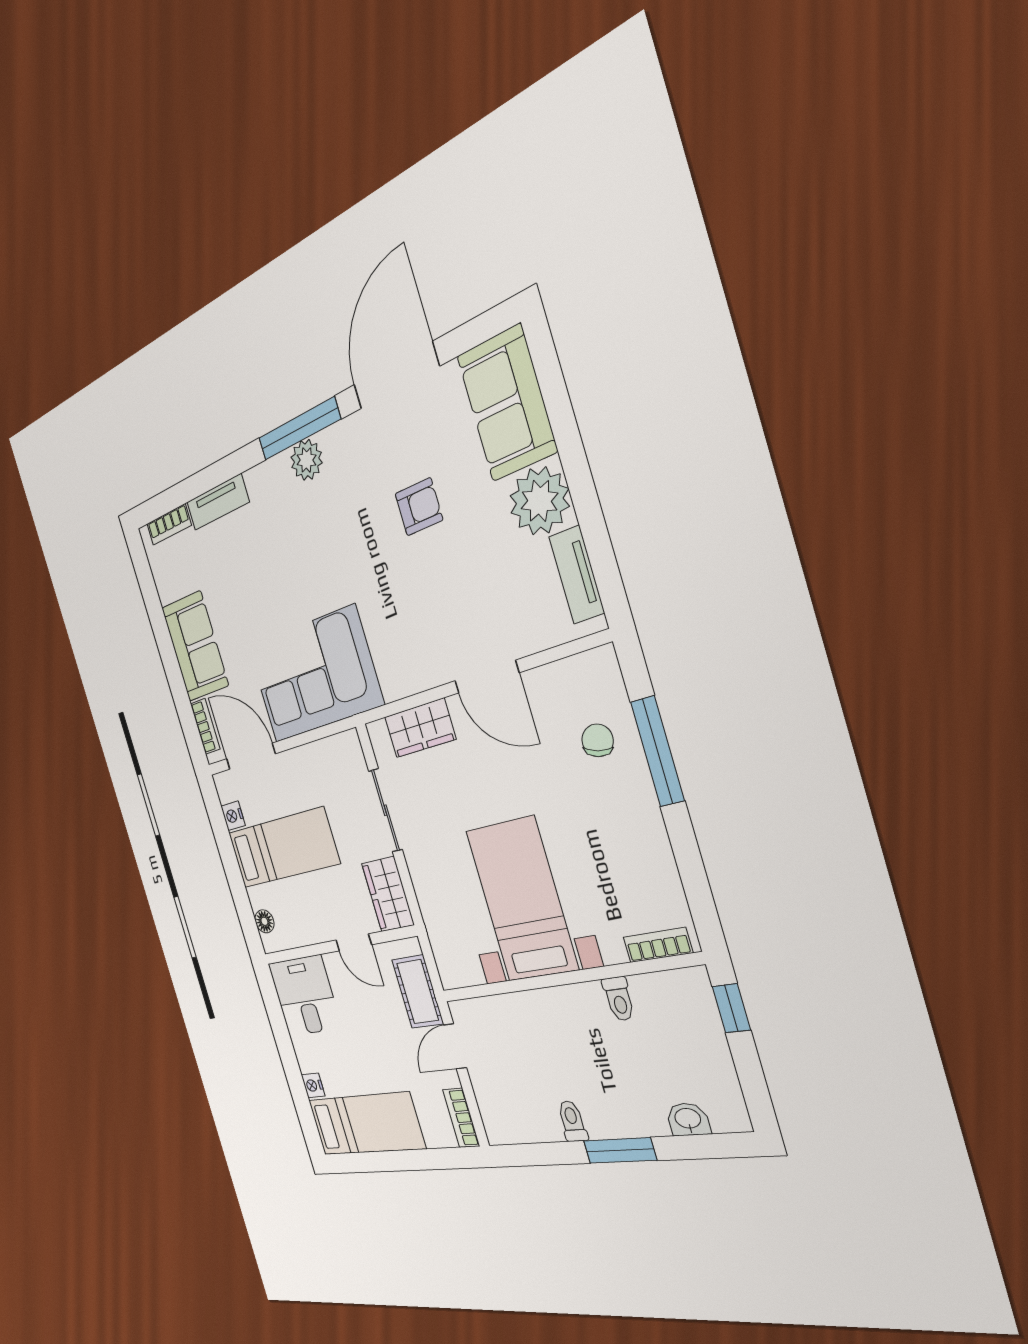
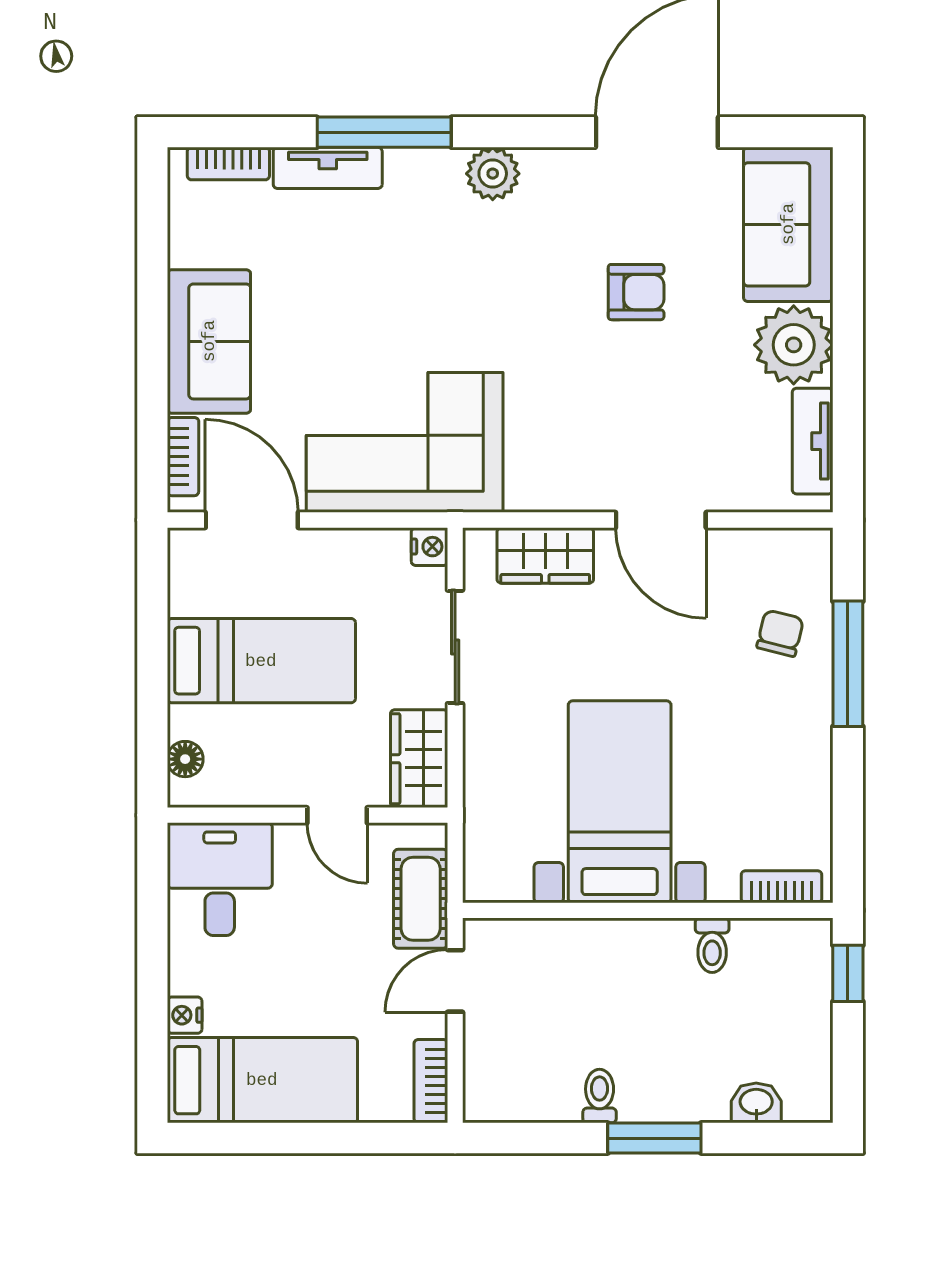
window: (299, 429) -> (384, 132), moved
nightstand: (233, 816) -> (430, 547), moved, turned 180

